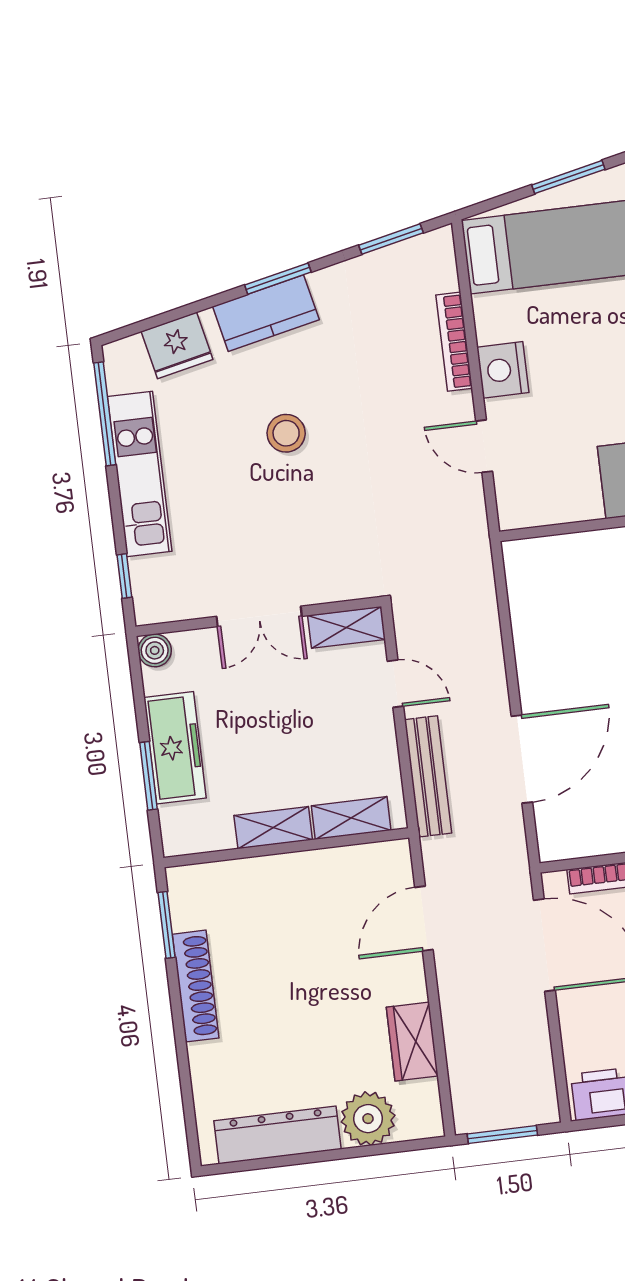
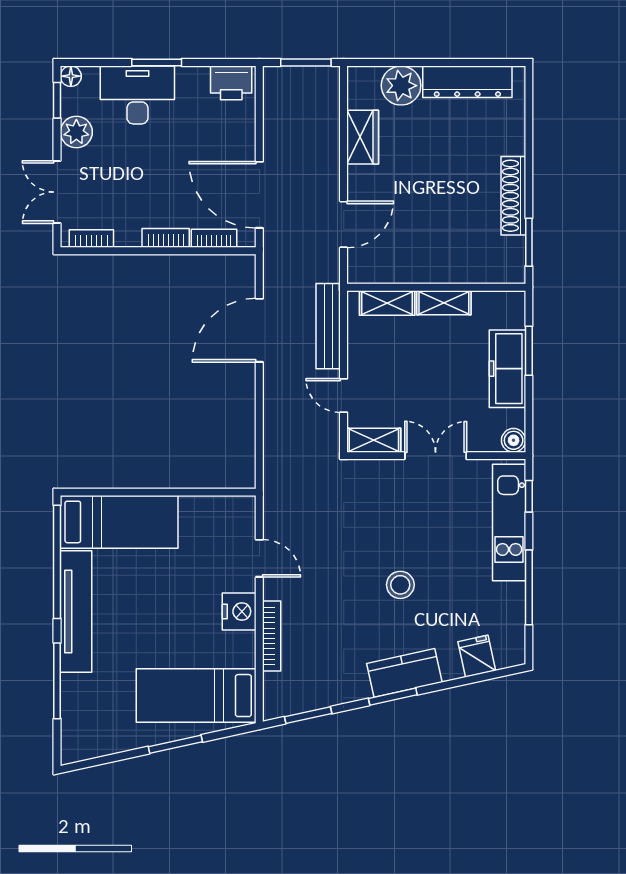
fridge: (177, 345) -> (477, 656), width x0.72
window: (105, 414) -> (529, 587), moved
kitchen unit: (140, 474) -> (509, 523), moved

